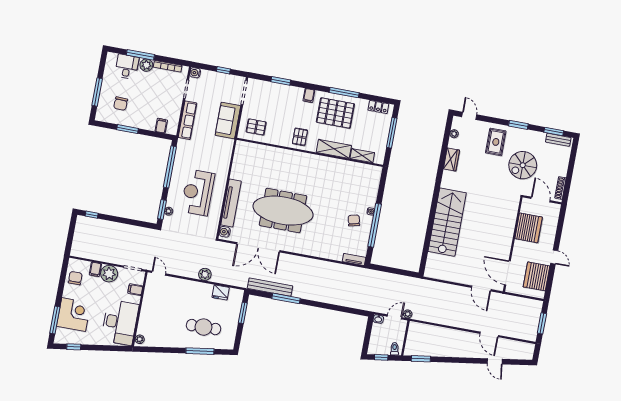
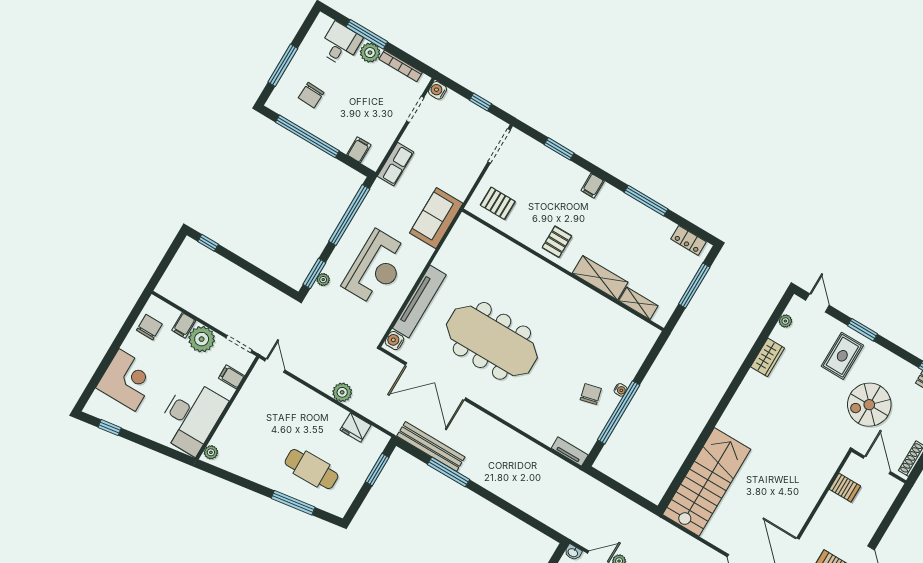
pallet: (335, 113) -> (622, 226), removed
row of seats: (187, 120) -> (396, 164), width x0.68
sofa: (228, 120) -> (436, 218), moved
window: (518, 125) -> (863, 330), moved
window: (127, 129) -> (307, 136), width x2.11
reception desk: (198, 192) -> (376, 268), turned 180
stairs: (447, 222) -> (707, 482), moved
server rack: (529, 228) -> (845, 488), width x0.46, depth x0.70
window: (55, 320) -> (97, 378), removed

